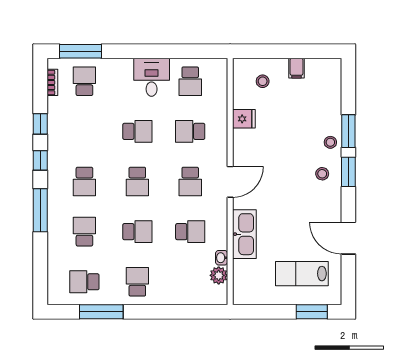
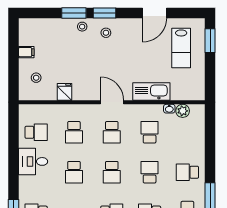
school desk: (137, 131) -> (74, 172), turned 180
school desk: (137, 182) -> (112, 172), turned 90
school desk: (190, 182) -> (112, 132), turned 90

